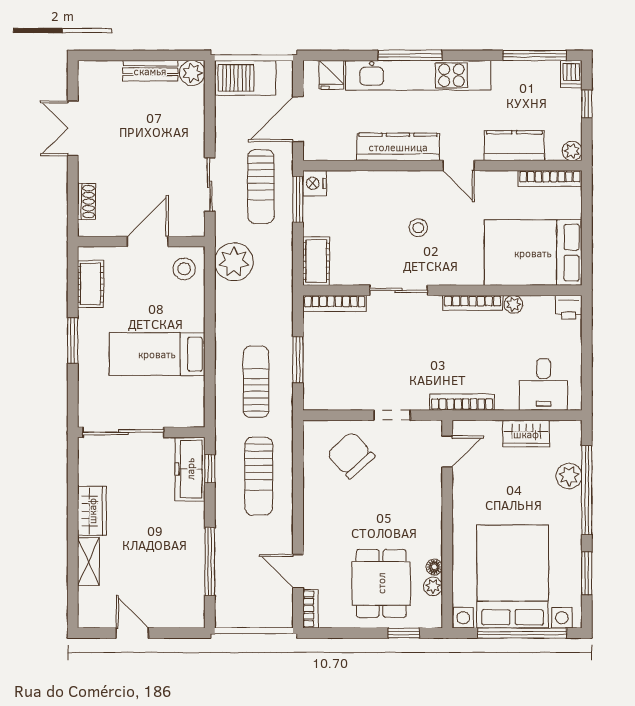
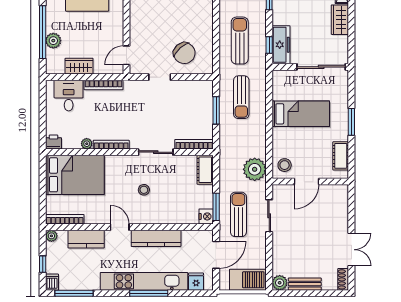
shoe rack: (86, 202) -> (343, 279), moved
bookcase: (462, 402) -> (103, 85), moved

